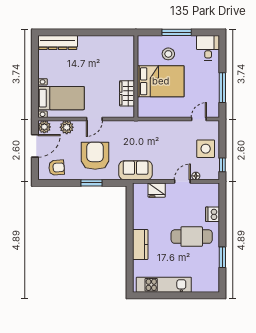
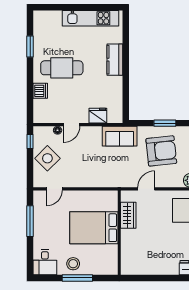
stool: (168, 54) -> (73, 264), moved
door: (94, 119) -> (146, 189), moved
side table: (206, 149) -> (47, 158), turned 45
armchair: (95, 156) -> (161, 151), turned -96

